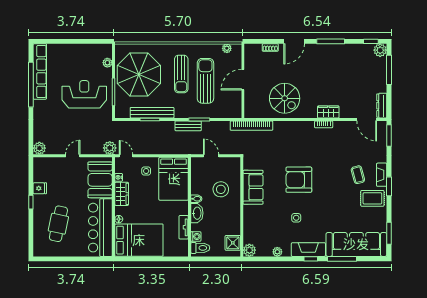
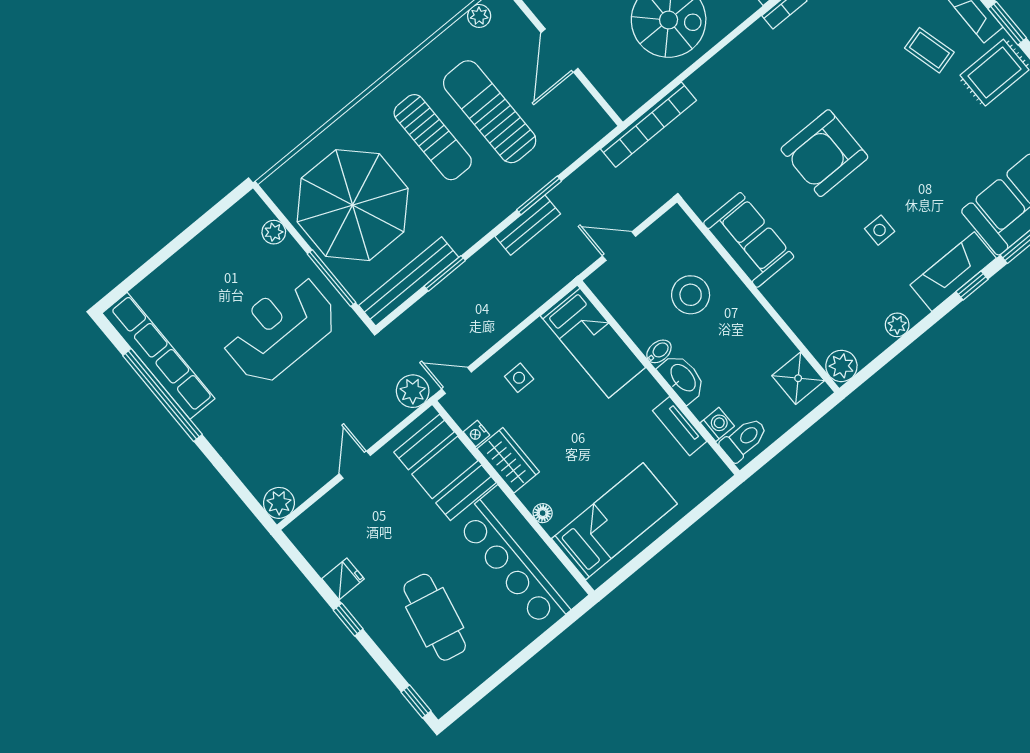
bench: (152, 113) -> (409, 281), moved
bed: (174, 179) -> (593, 342), width x0.67
bed: (139, 240) -> (614, 521), width x0.67
window: (31, 245) -> (416, 702), added

